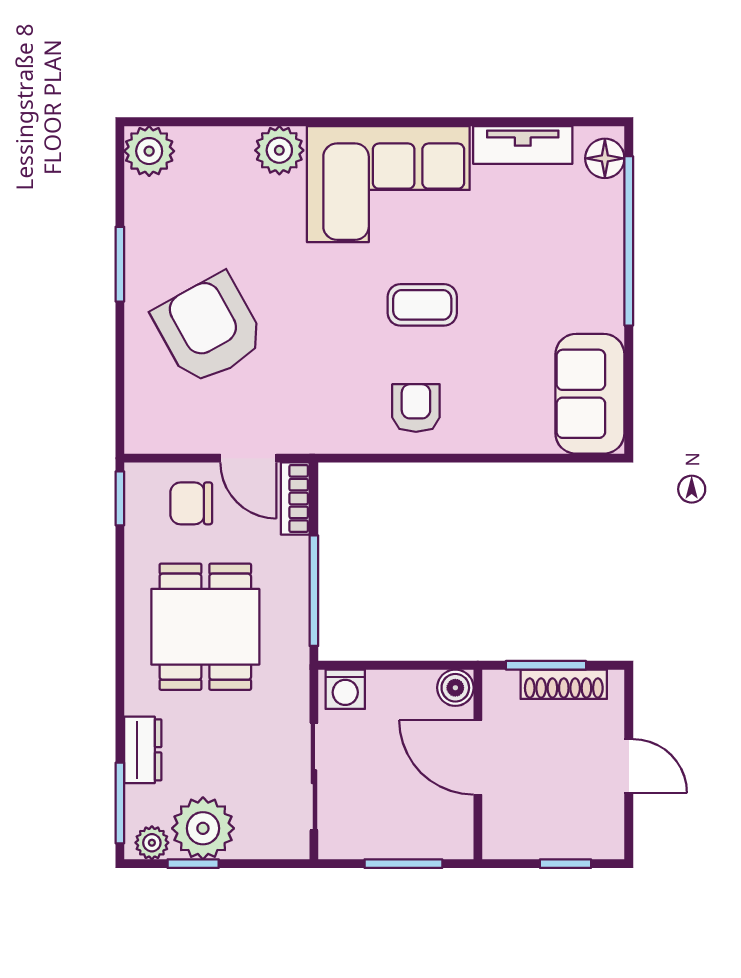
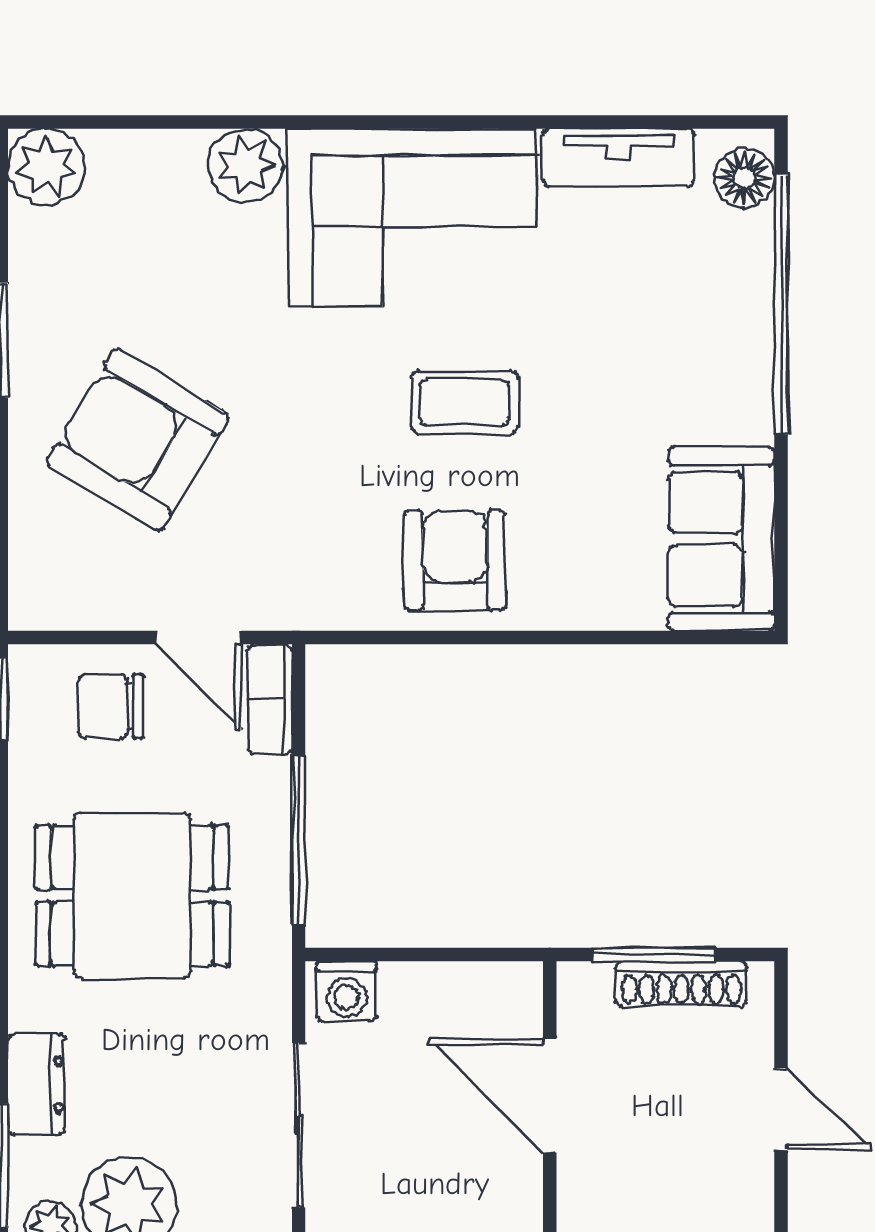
armchair: (209, 329) -> (138, 440), turned -30
armchair: (416, 408) -> (455, 561), width x1.38, depth x1.38
dining table: (205, 627) -> (132, 896), turned 90
boiler: (455, 688) -> (515, 989), removed

